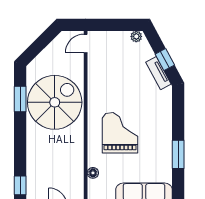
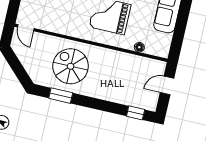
spiral stairs: (55, 102) -> (71, 66), width x0.73, depth x0.73

